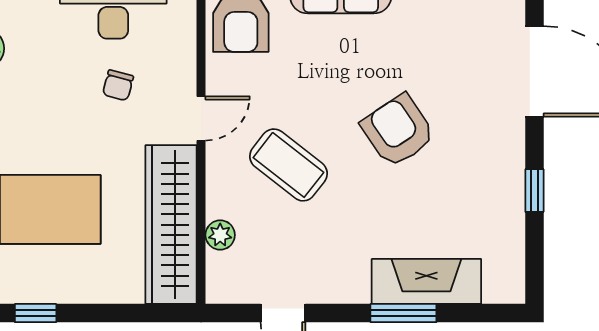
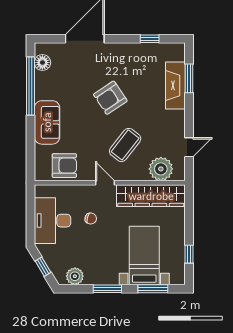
window: (534, 191) -> (150, 39), moved
plant: (220, 235) -> (161, 169), width x1.87, depth x1.87
window: (403, 313) -> (189, 78), moved

